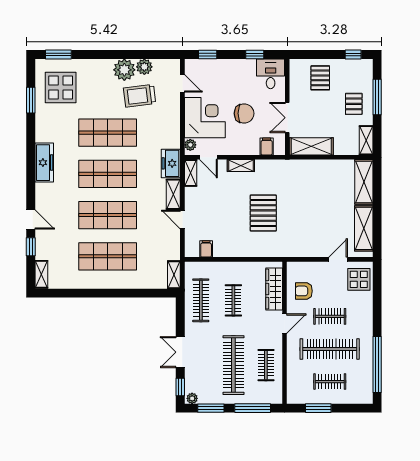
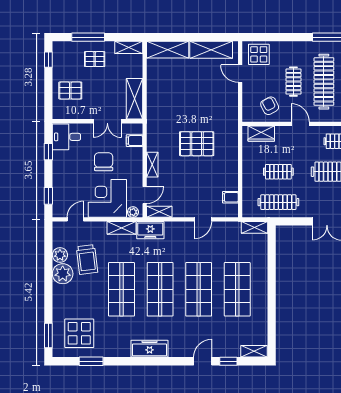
shelving: (173, 194) -> (121, 228), moved
wardrobe: (274, 289) -> (261, 134), width x0.67
armchair: (304, 291) -> (270, 106), turned 152

